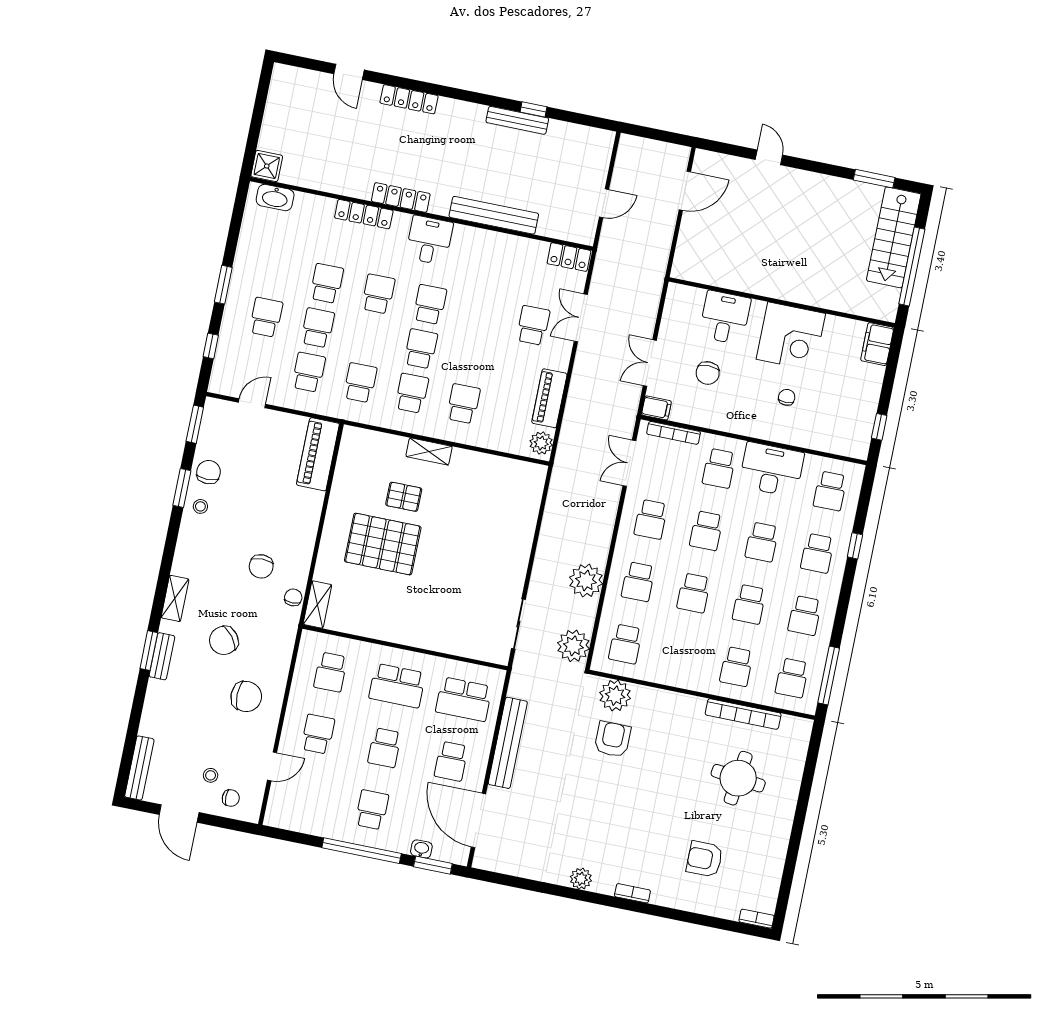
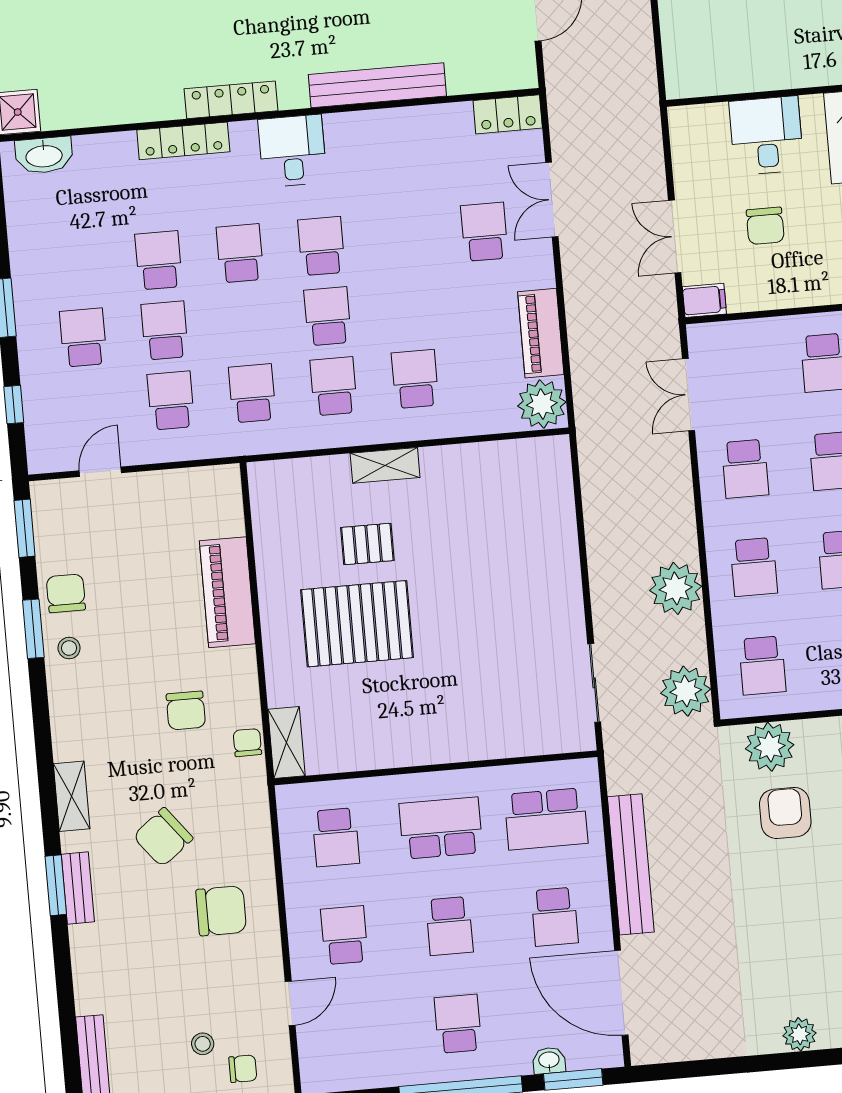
bookcase: (674, 433) -> (741, 330), removed
plant: (541, 443) -> (542, 404), width x1.36, depth x1.36
piano: (318, 454) -> (227, 592), moved
school desk: (397, 686) -> (441, 828), turned 180

